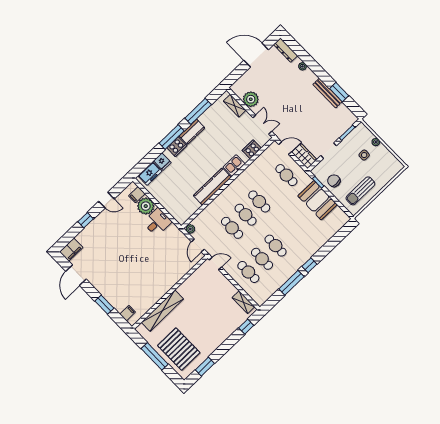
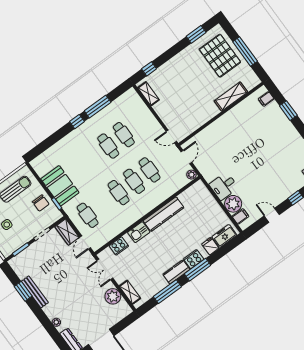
door: (285, 148) -> (85, 243), hinge flipped
cafe table: (248, 272) -> (139, 123), removed
shelving: (162, 311) -> (231, 96), width x0.68

